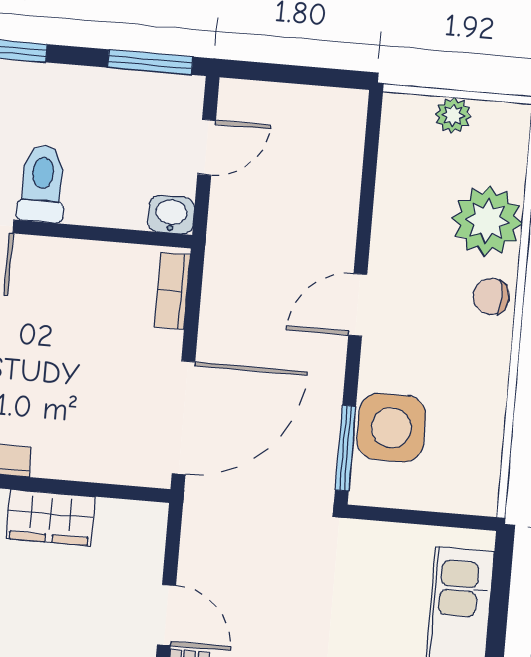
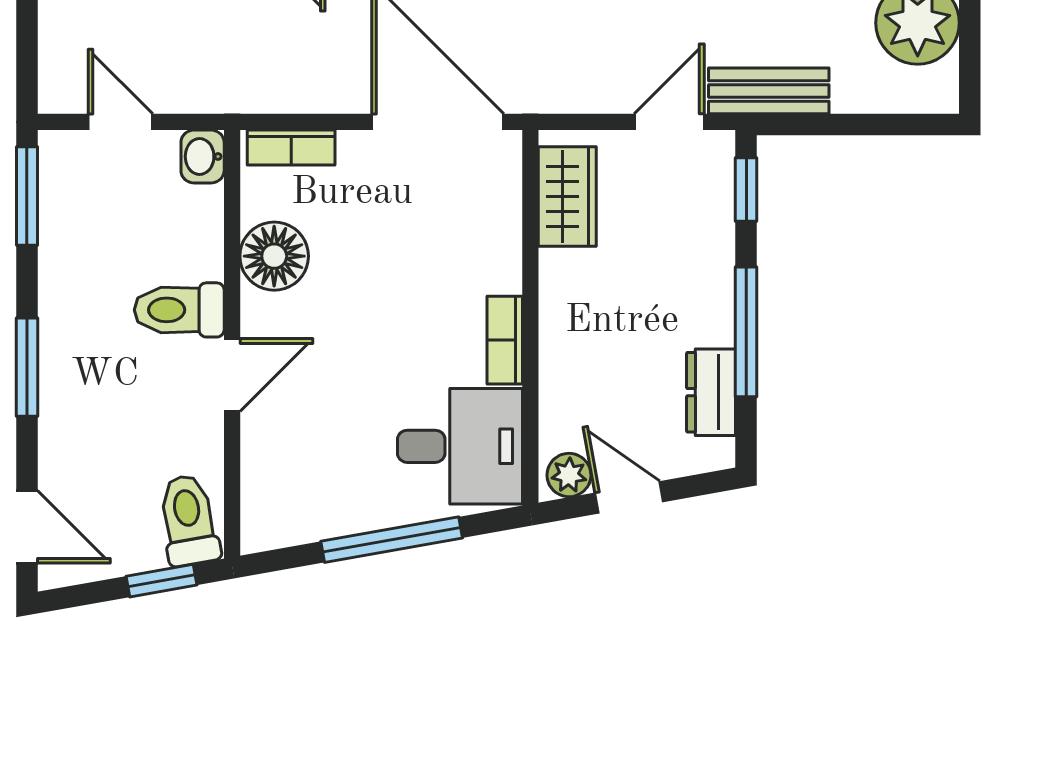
floor lamp: (81, 268) -> (274, 256), added
wardrobe: (50, 518) -> (567, 196), moved

